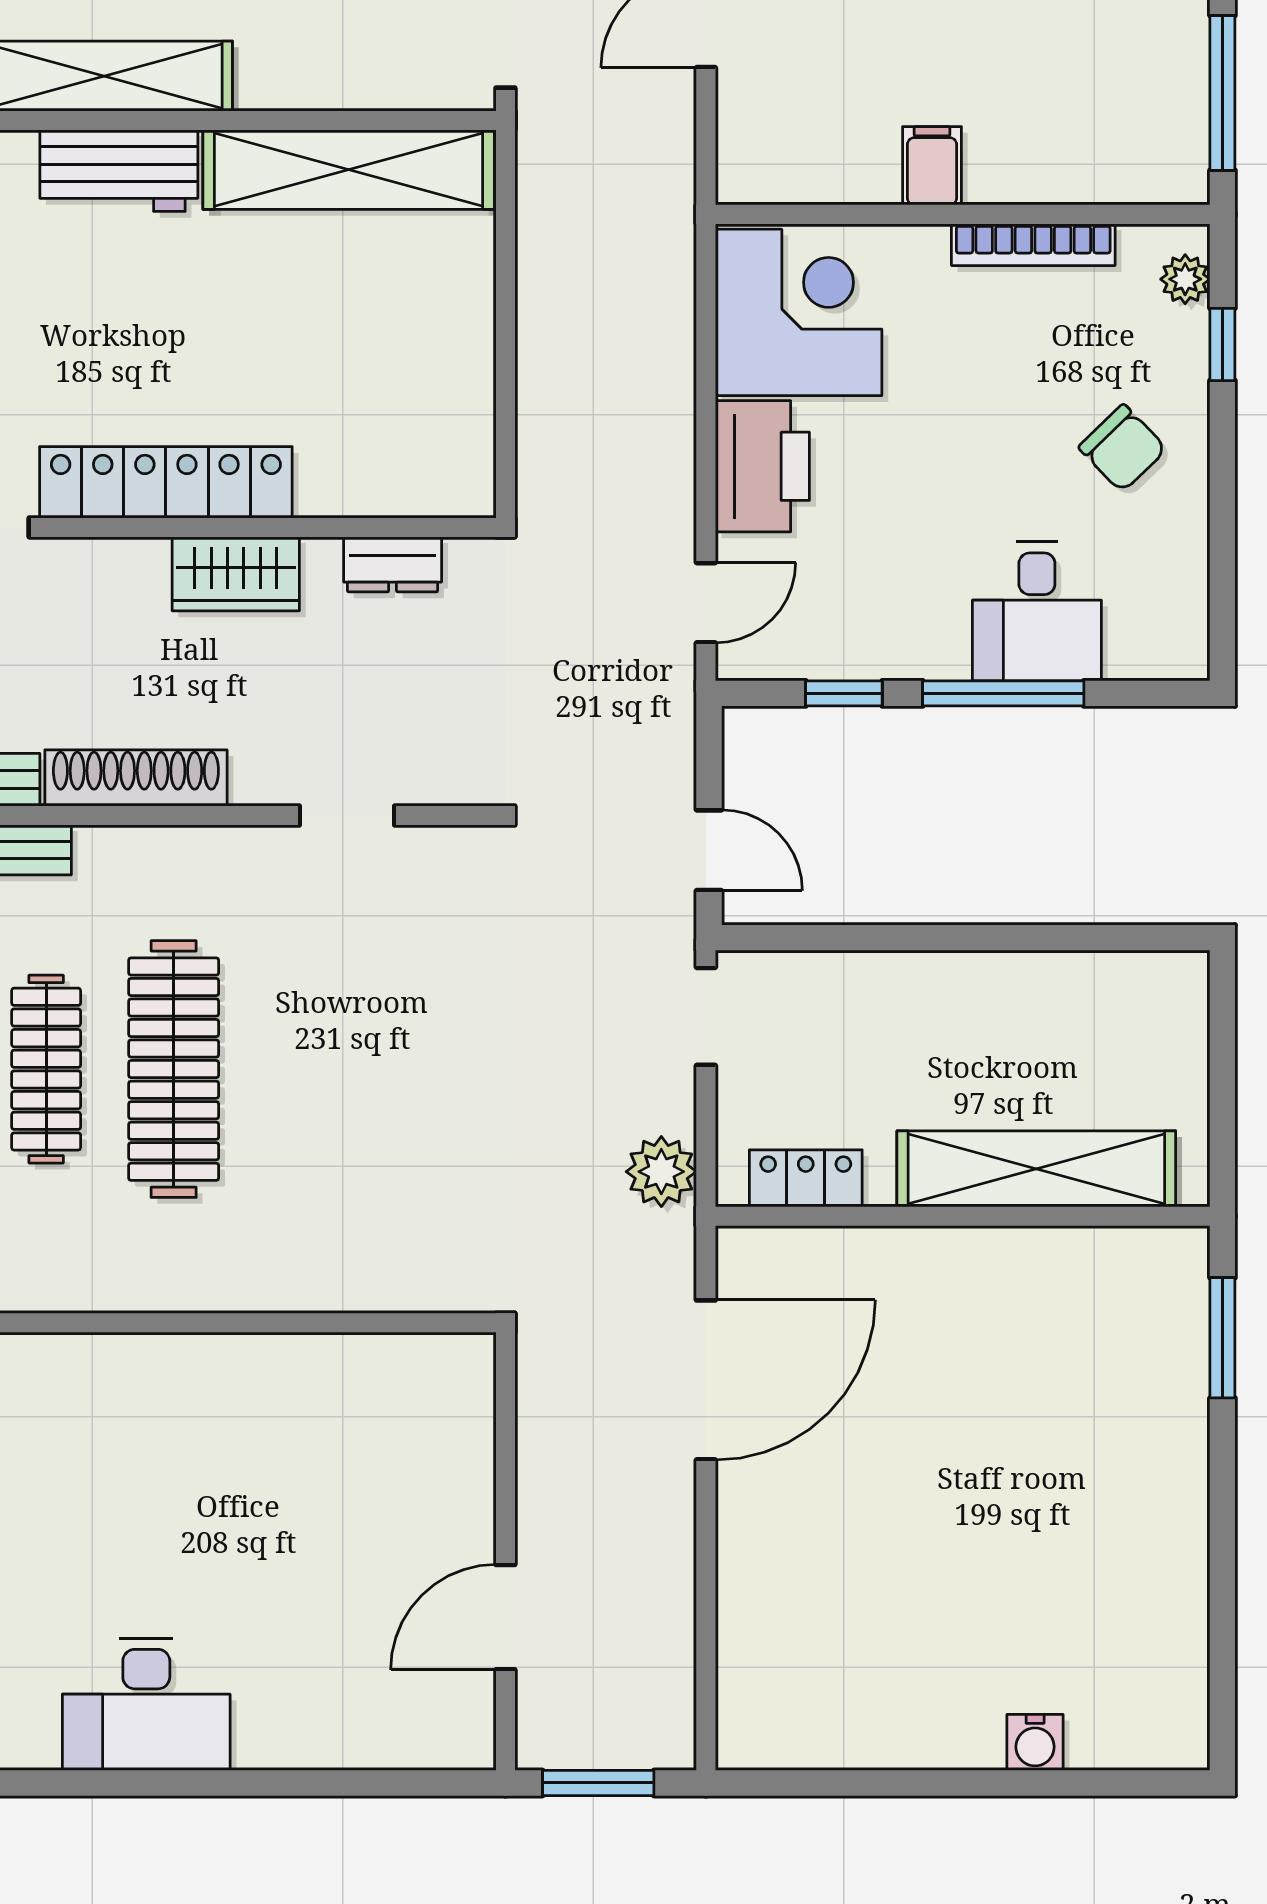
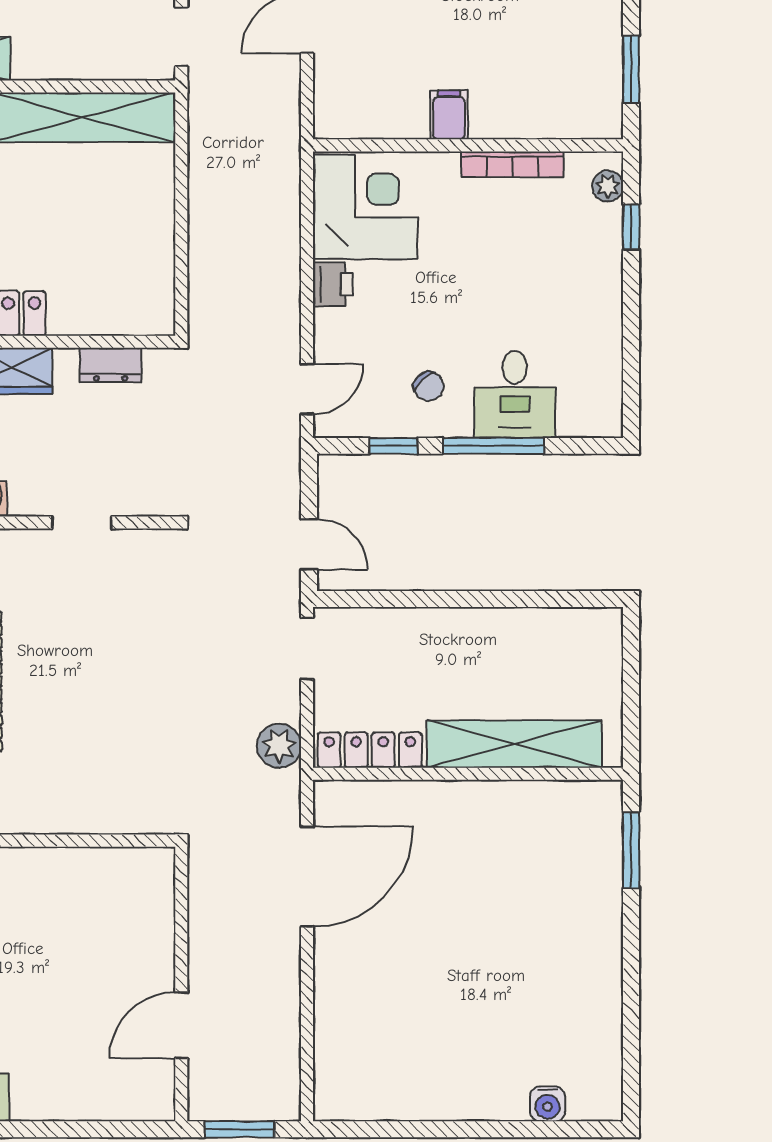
window: (1222, 93) -> (631, 69), width x0.69
chair: (1123, 448) -> (429, 386), moved, width x0.73, depth x0.73
printer: (762, 466) -> (333, 284), width x0.53, depth x0.68
locker: (806, 1178) -> (370, 750), width x1.53
water cooler: (1035, 1742) -> (548, 1104), moved

